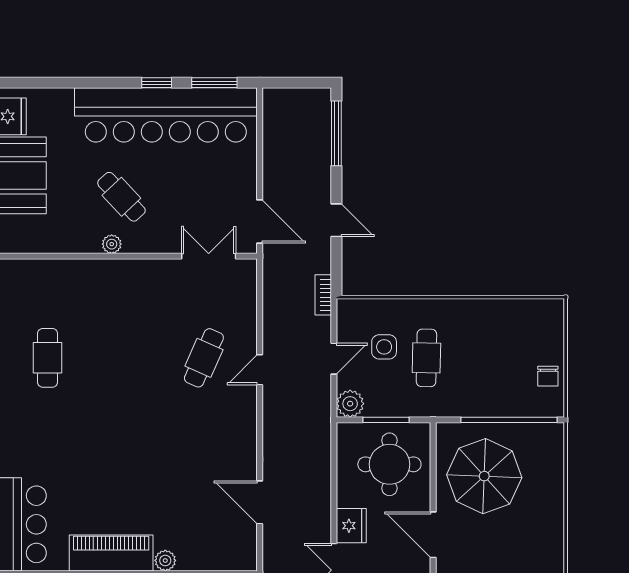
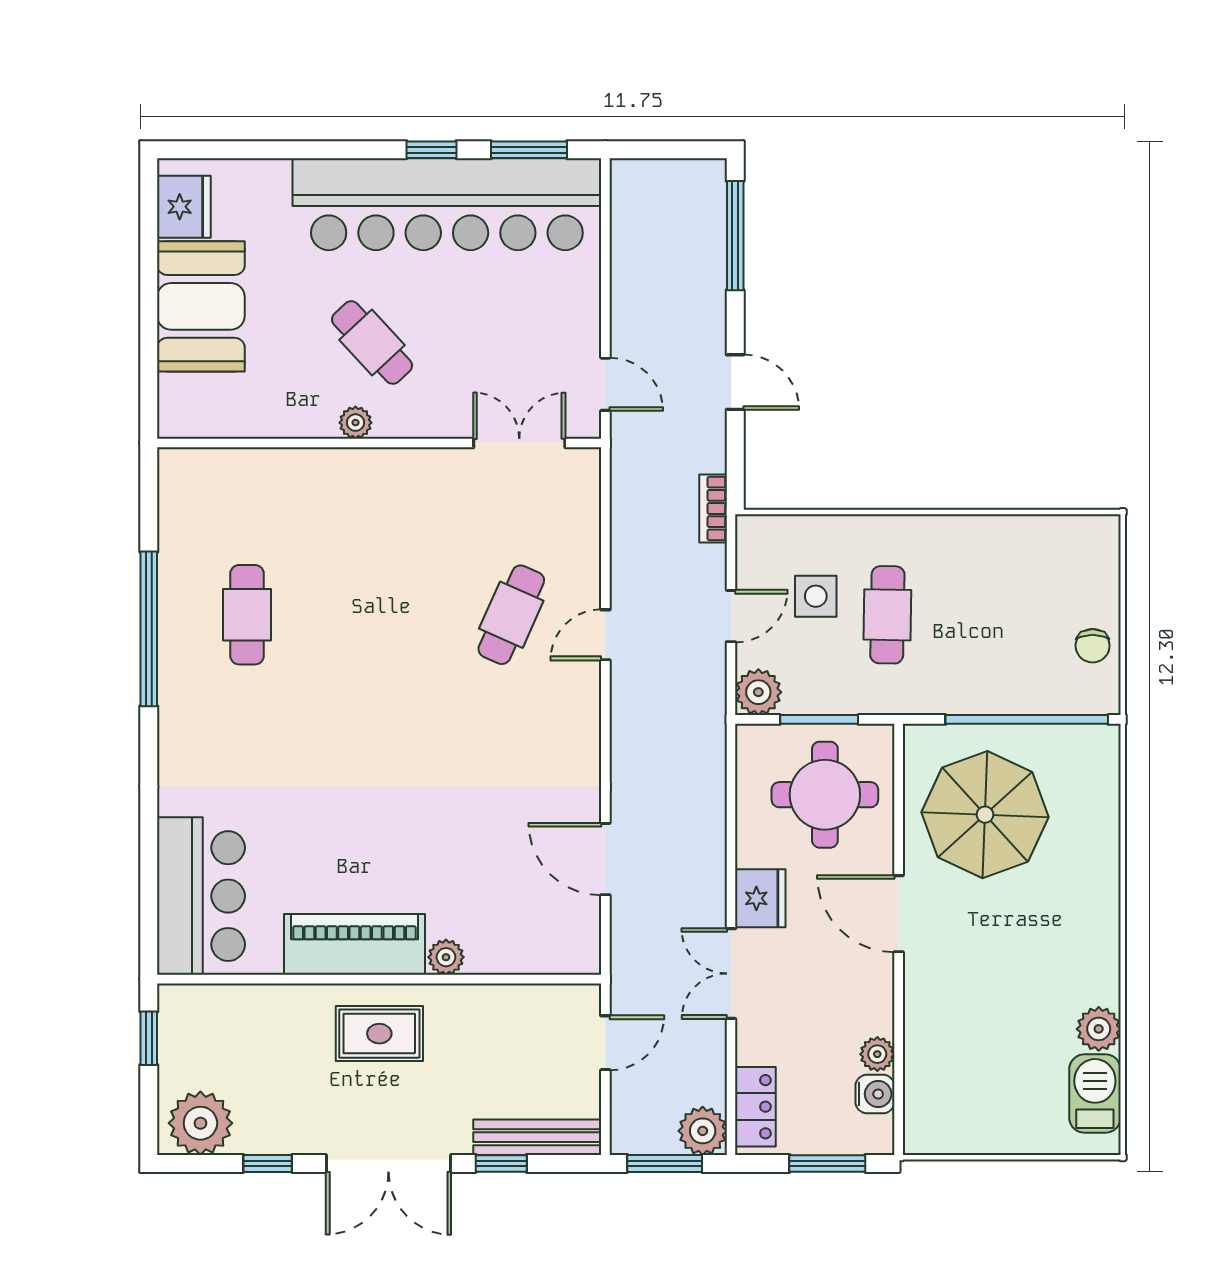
door: (260, 221) -> (605, 384), width x0.73

